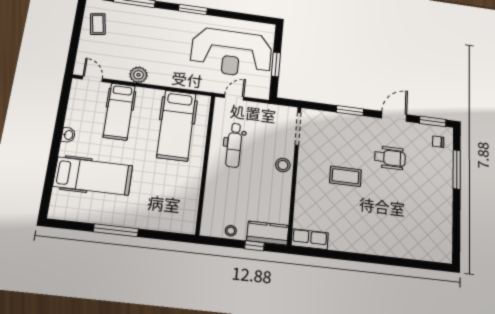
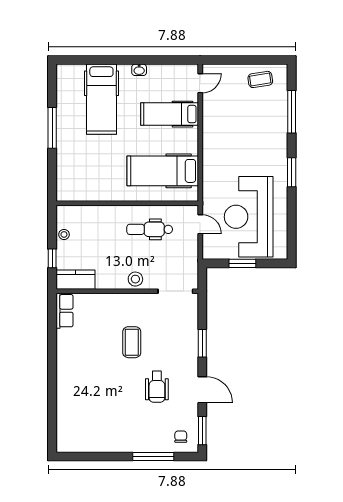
plant: (138, 75) -> (211, 127), removed
kitchen counter: (268, 233) -> (76, 280), moved, turned -90

